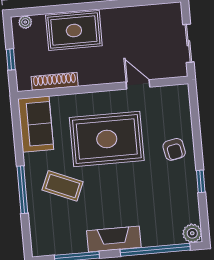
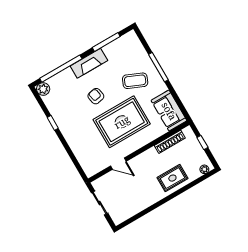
rug: (74, 31) -> (172, 178), width x0.73, depth x0.70
armchair: (174, 149) -> (96, 96), moved

